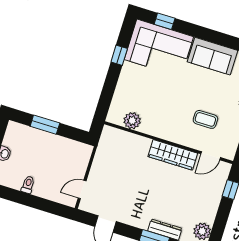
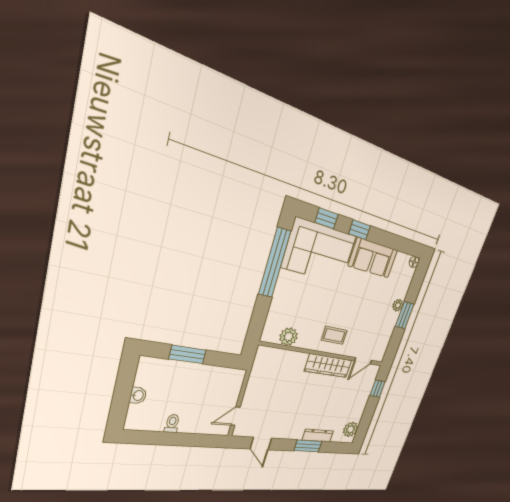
window: (197, 31) -> (359, 230), added
window: (119, 55) -> (275, 263), width x3.17
coffee table: (205, 119) -> (334, 335), moved

